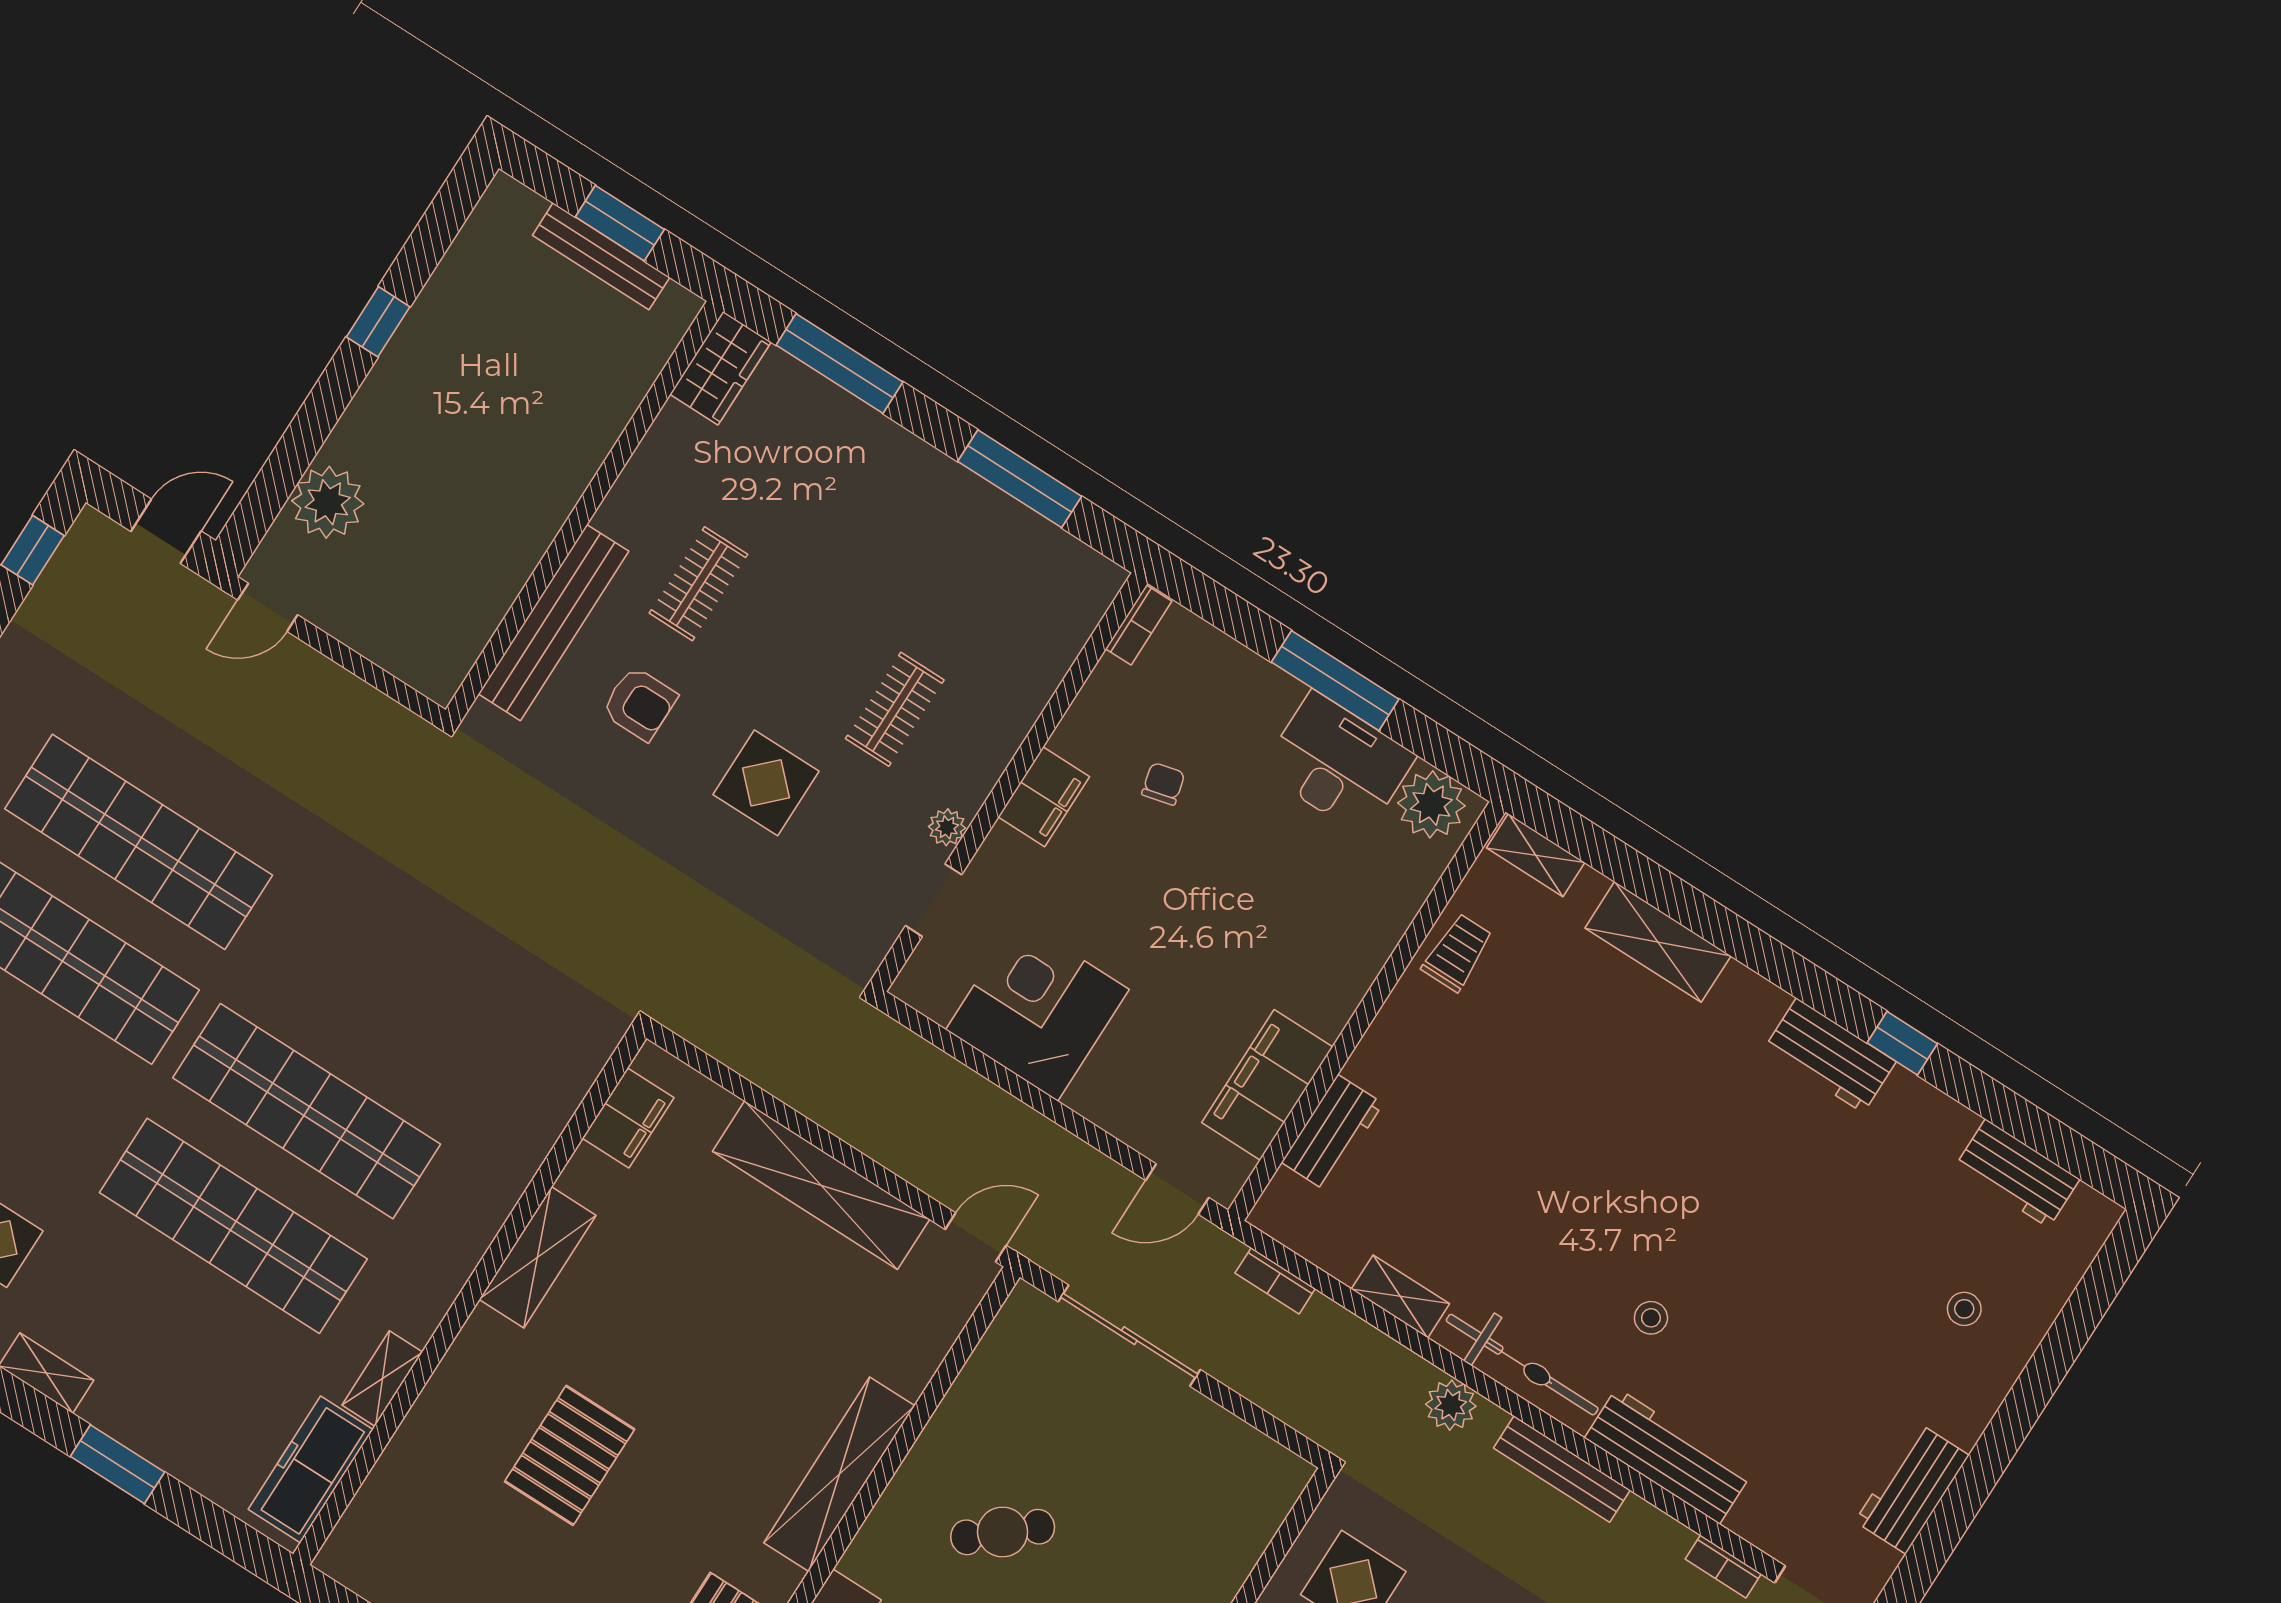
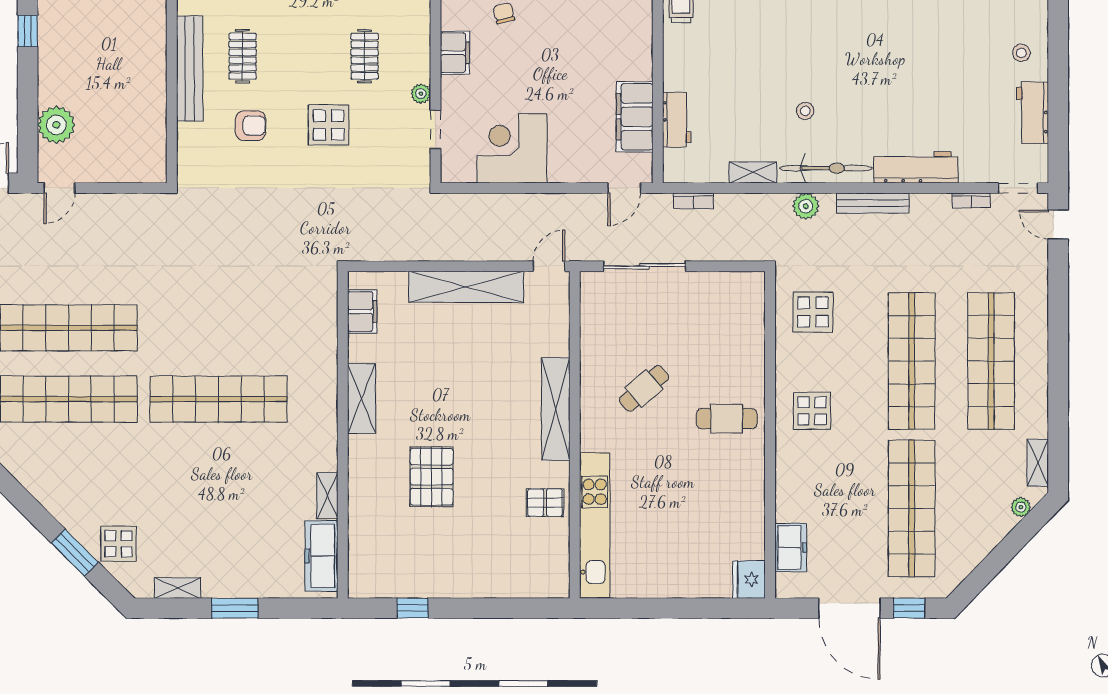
bench: (554, 623) -> (190, 69), moved
shop shelf: (233, 1226) -> (219, 470), removed
stool: (1964, 1309) -> (1021, 53), moved
stool: (1651, 1318) -> (805, 111), moved

